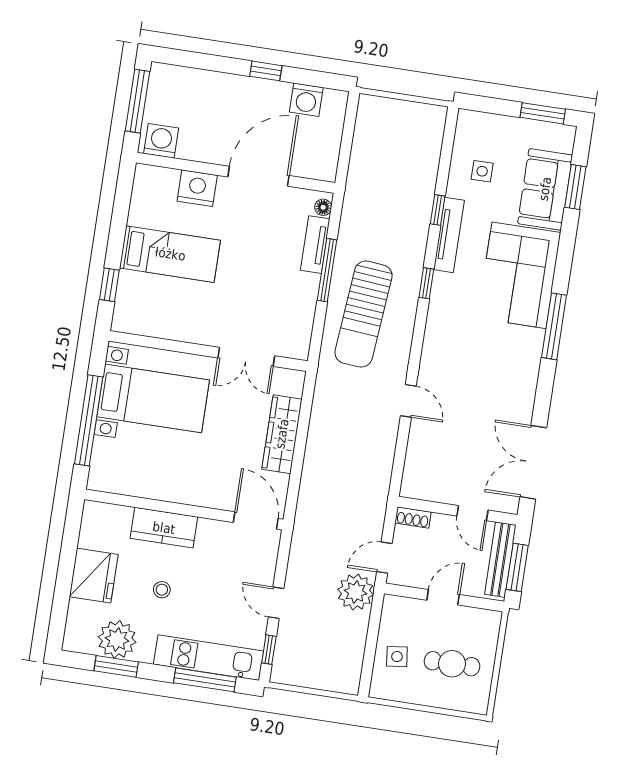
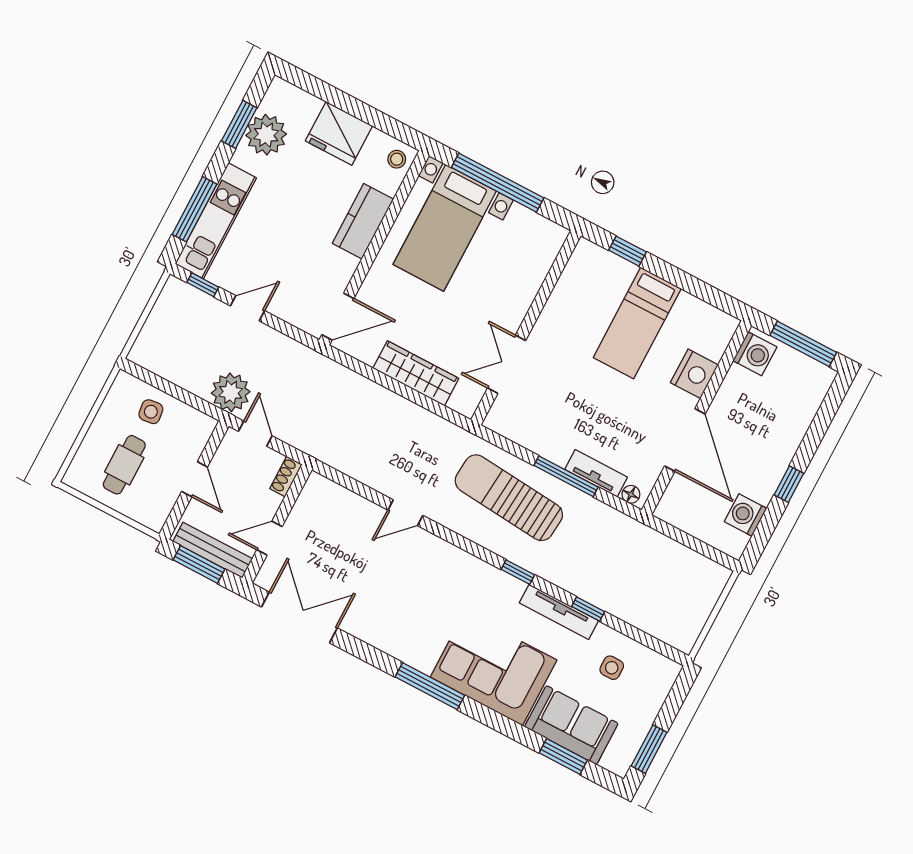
bed with nightstands: (153, 398) -> (445, 228), moved
stool: (162, 590) -> (397, 159), moved

